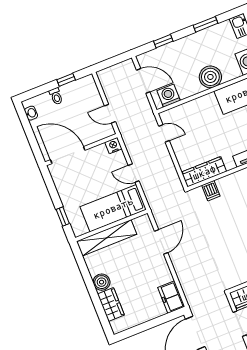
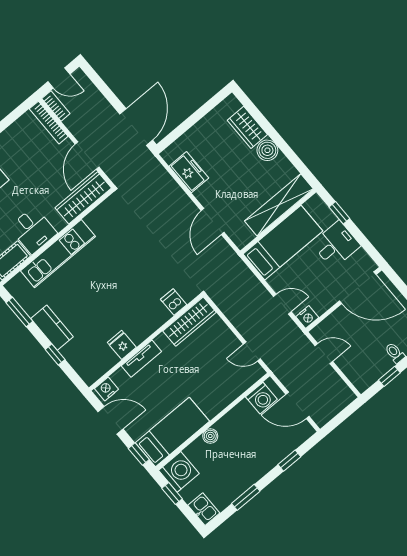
boiler: (210, 77) -> (210, 436), width x0.54, depth x0.54
door: (134, 173) -> (282, 304), moved
desk: (73, 193) -> (336, 245), added
freezer: (171, 297) -> (189, 172), moved

